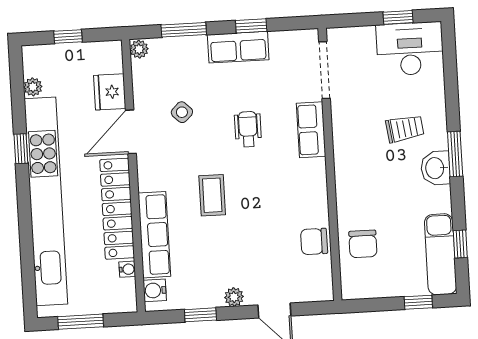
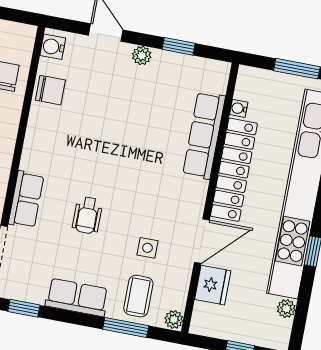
window: (251, 26) -> (24, 308), moved
side table: (182, 112) -> (147, 248), turned 45
coffee table: (212, 195) -> (138, 296), moved
water cooler: (155, 290) -> (53, 47), moved, turned 180

